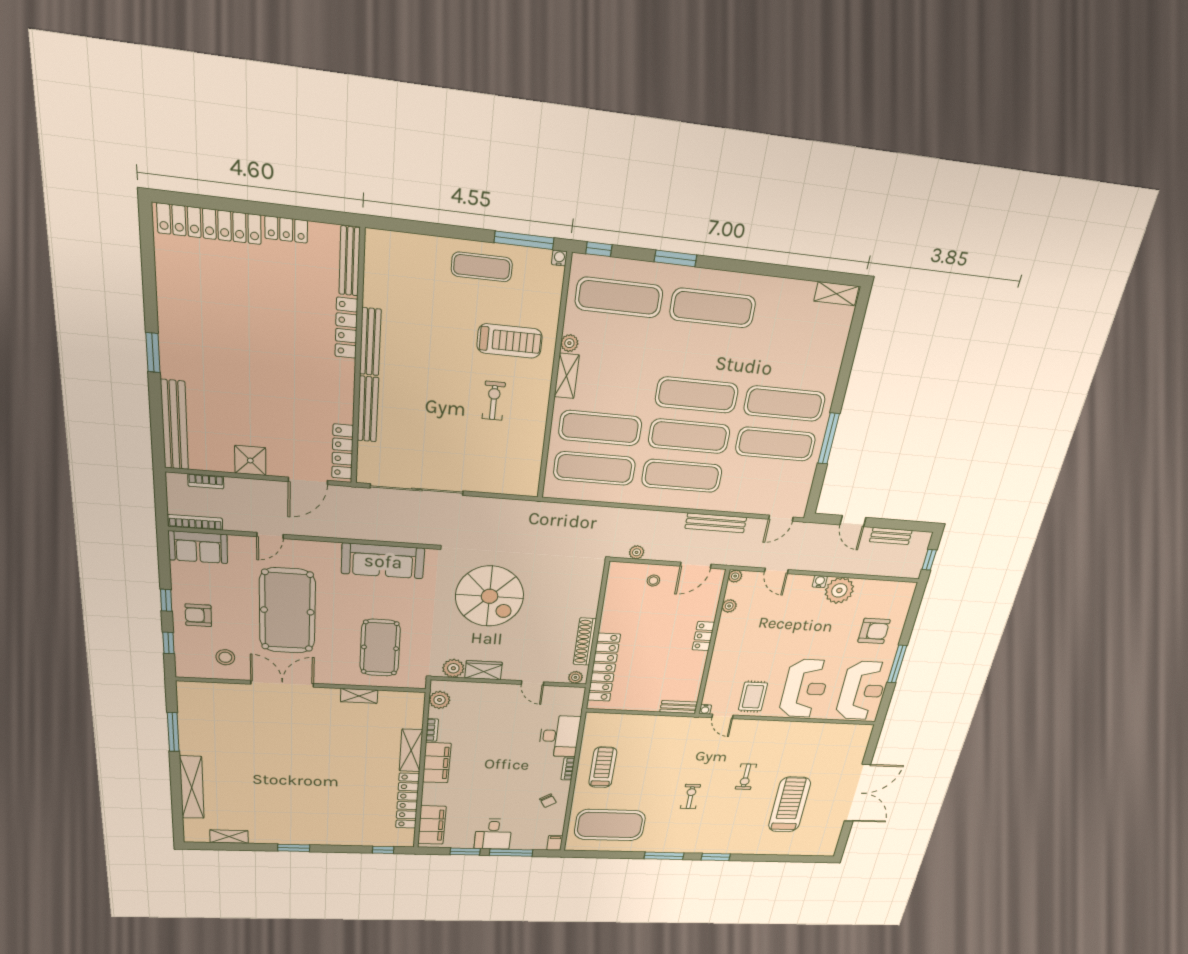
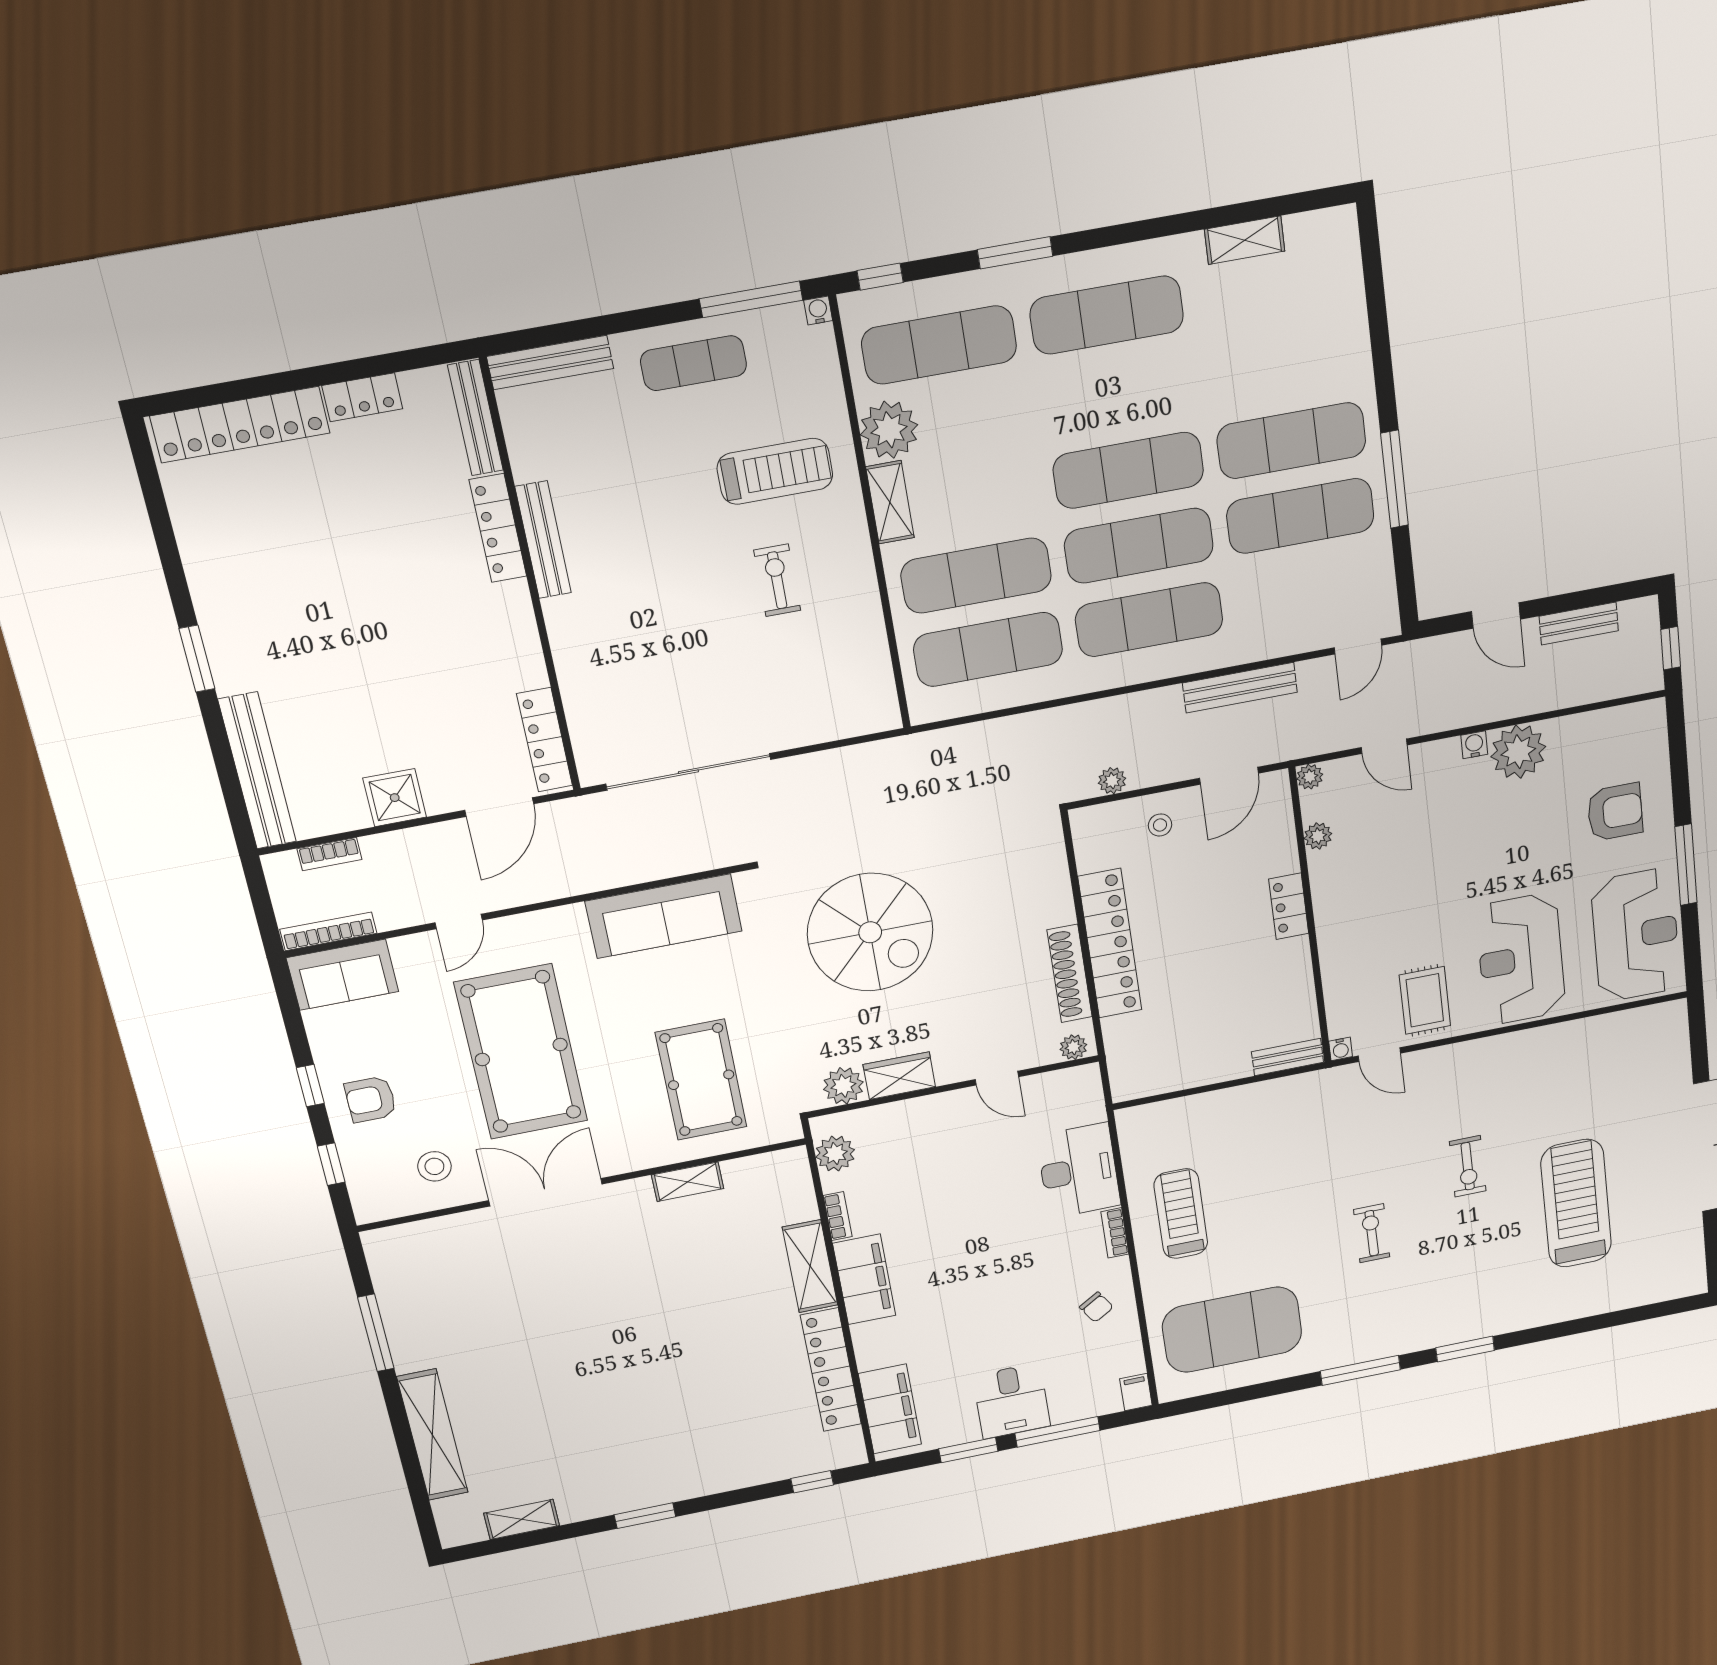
shelving: (836, 294) -> (1245, 240), moved
plant: (569, 343) -> (889, 430), width x1.87, depth x1.87
bench: (368, 409) -> (550, 363), moved, turned 90
locker: (604, 668) -> (1110, 944), moved
reception desk: (805, 688) -> (1521, 959), turned 180

